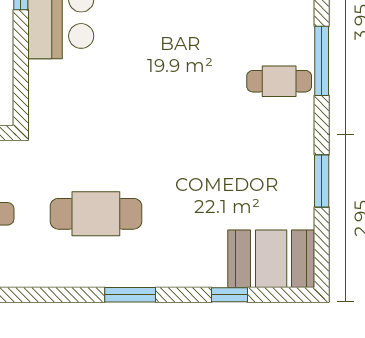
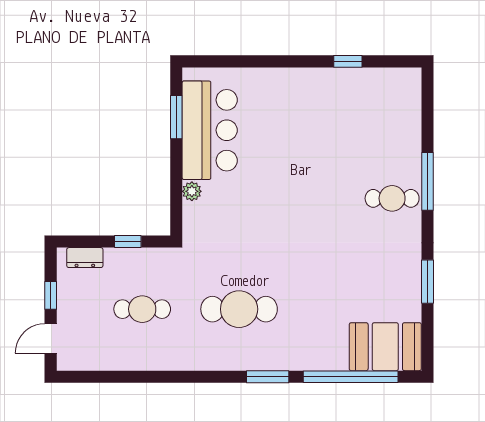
plant: (39, 73) -> (192, 191), added
window: (229, 295) -> (351, 377), width x3.17

